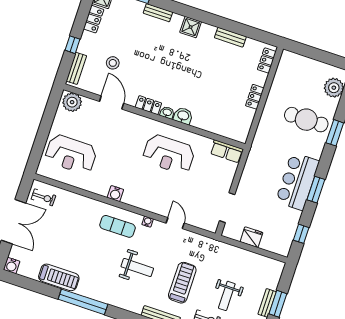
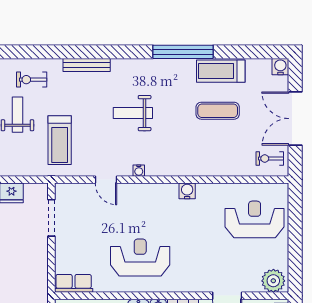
exercise mat: (118, 226) -> (218, 111), moved
treadmill: (182, 283) -> (60, 140), moved

